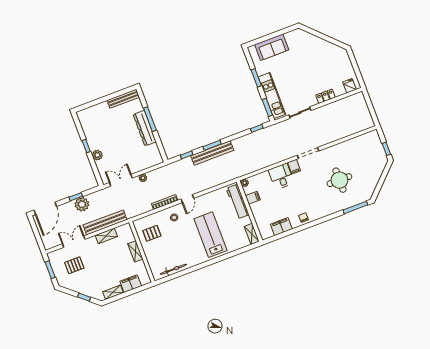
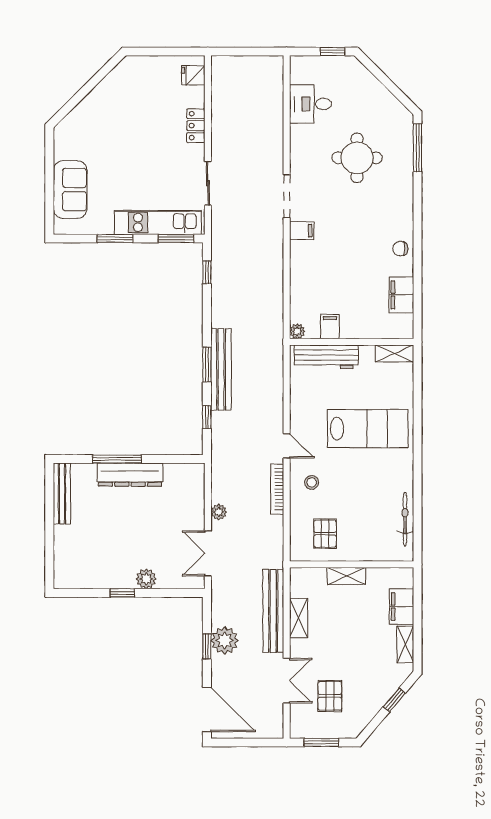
desk: (281, 176) -> (311, 104), moved
lab bench: (210, 235) -> (368, 429), turned 180
double door: (74, 242) -> (287, 681), swing flipped

